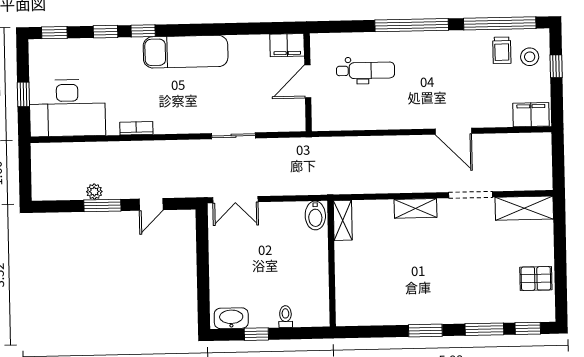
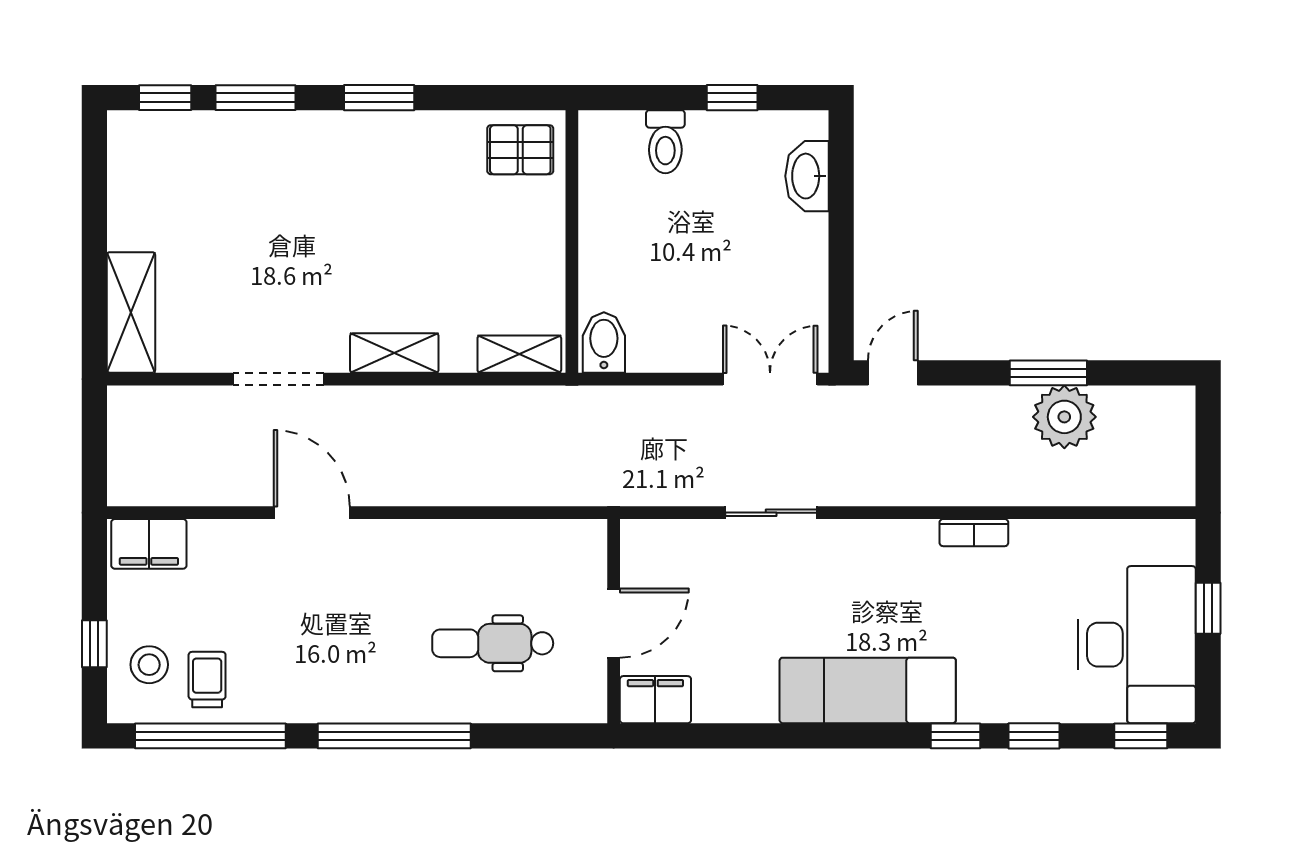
desk: (67, 108) -> (1137, 645), moved, turned 90
plant: (94, 192) -> (1064, 417), width x1.87, depth x1.87
door: (151, 204) -> (893, 373), moved
shelving: (524, 208) -> (131, 312), moved, turned 90
shelving: (343, 220) -> (519, 354), moved, turned 90
pallet: (536, 279) -> (520, 150), moved
toilet: (285, 317) -> (665, 142), width x1.37, depth x1.39
washbasin: (231, 318) -> (807, 176), moved, turned 90

